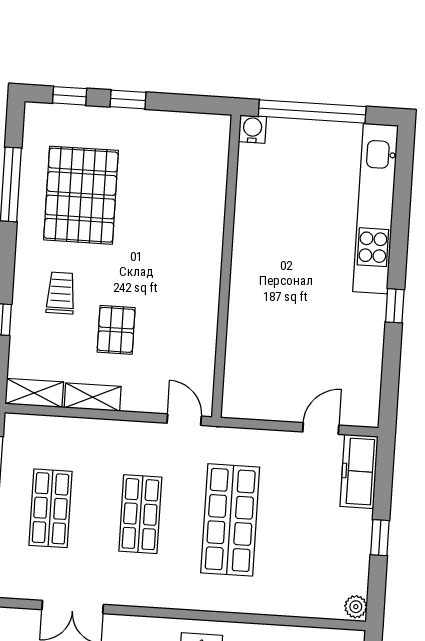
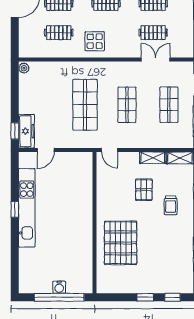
water cooler: (252, 129) -> (59, 287), moved
pallet: (81, 195) -> (121, 243), moved
kitchen unit: (375, 208) -> (27, 208), moved
window: (380, 538) -> (15, 131), moved

